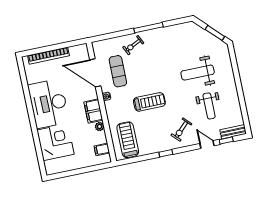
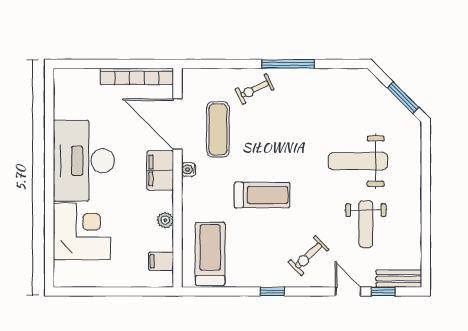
bookcase: (48, 56) -> (137, 76), moved
filing cabinet: (93, 111) -> (160, 170), moved

